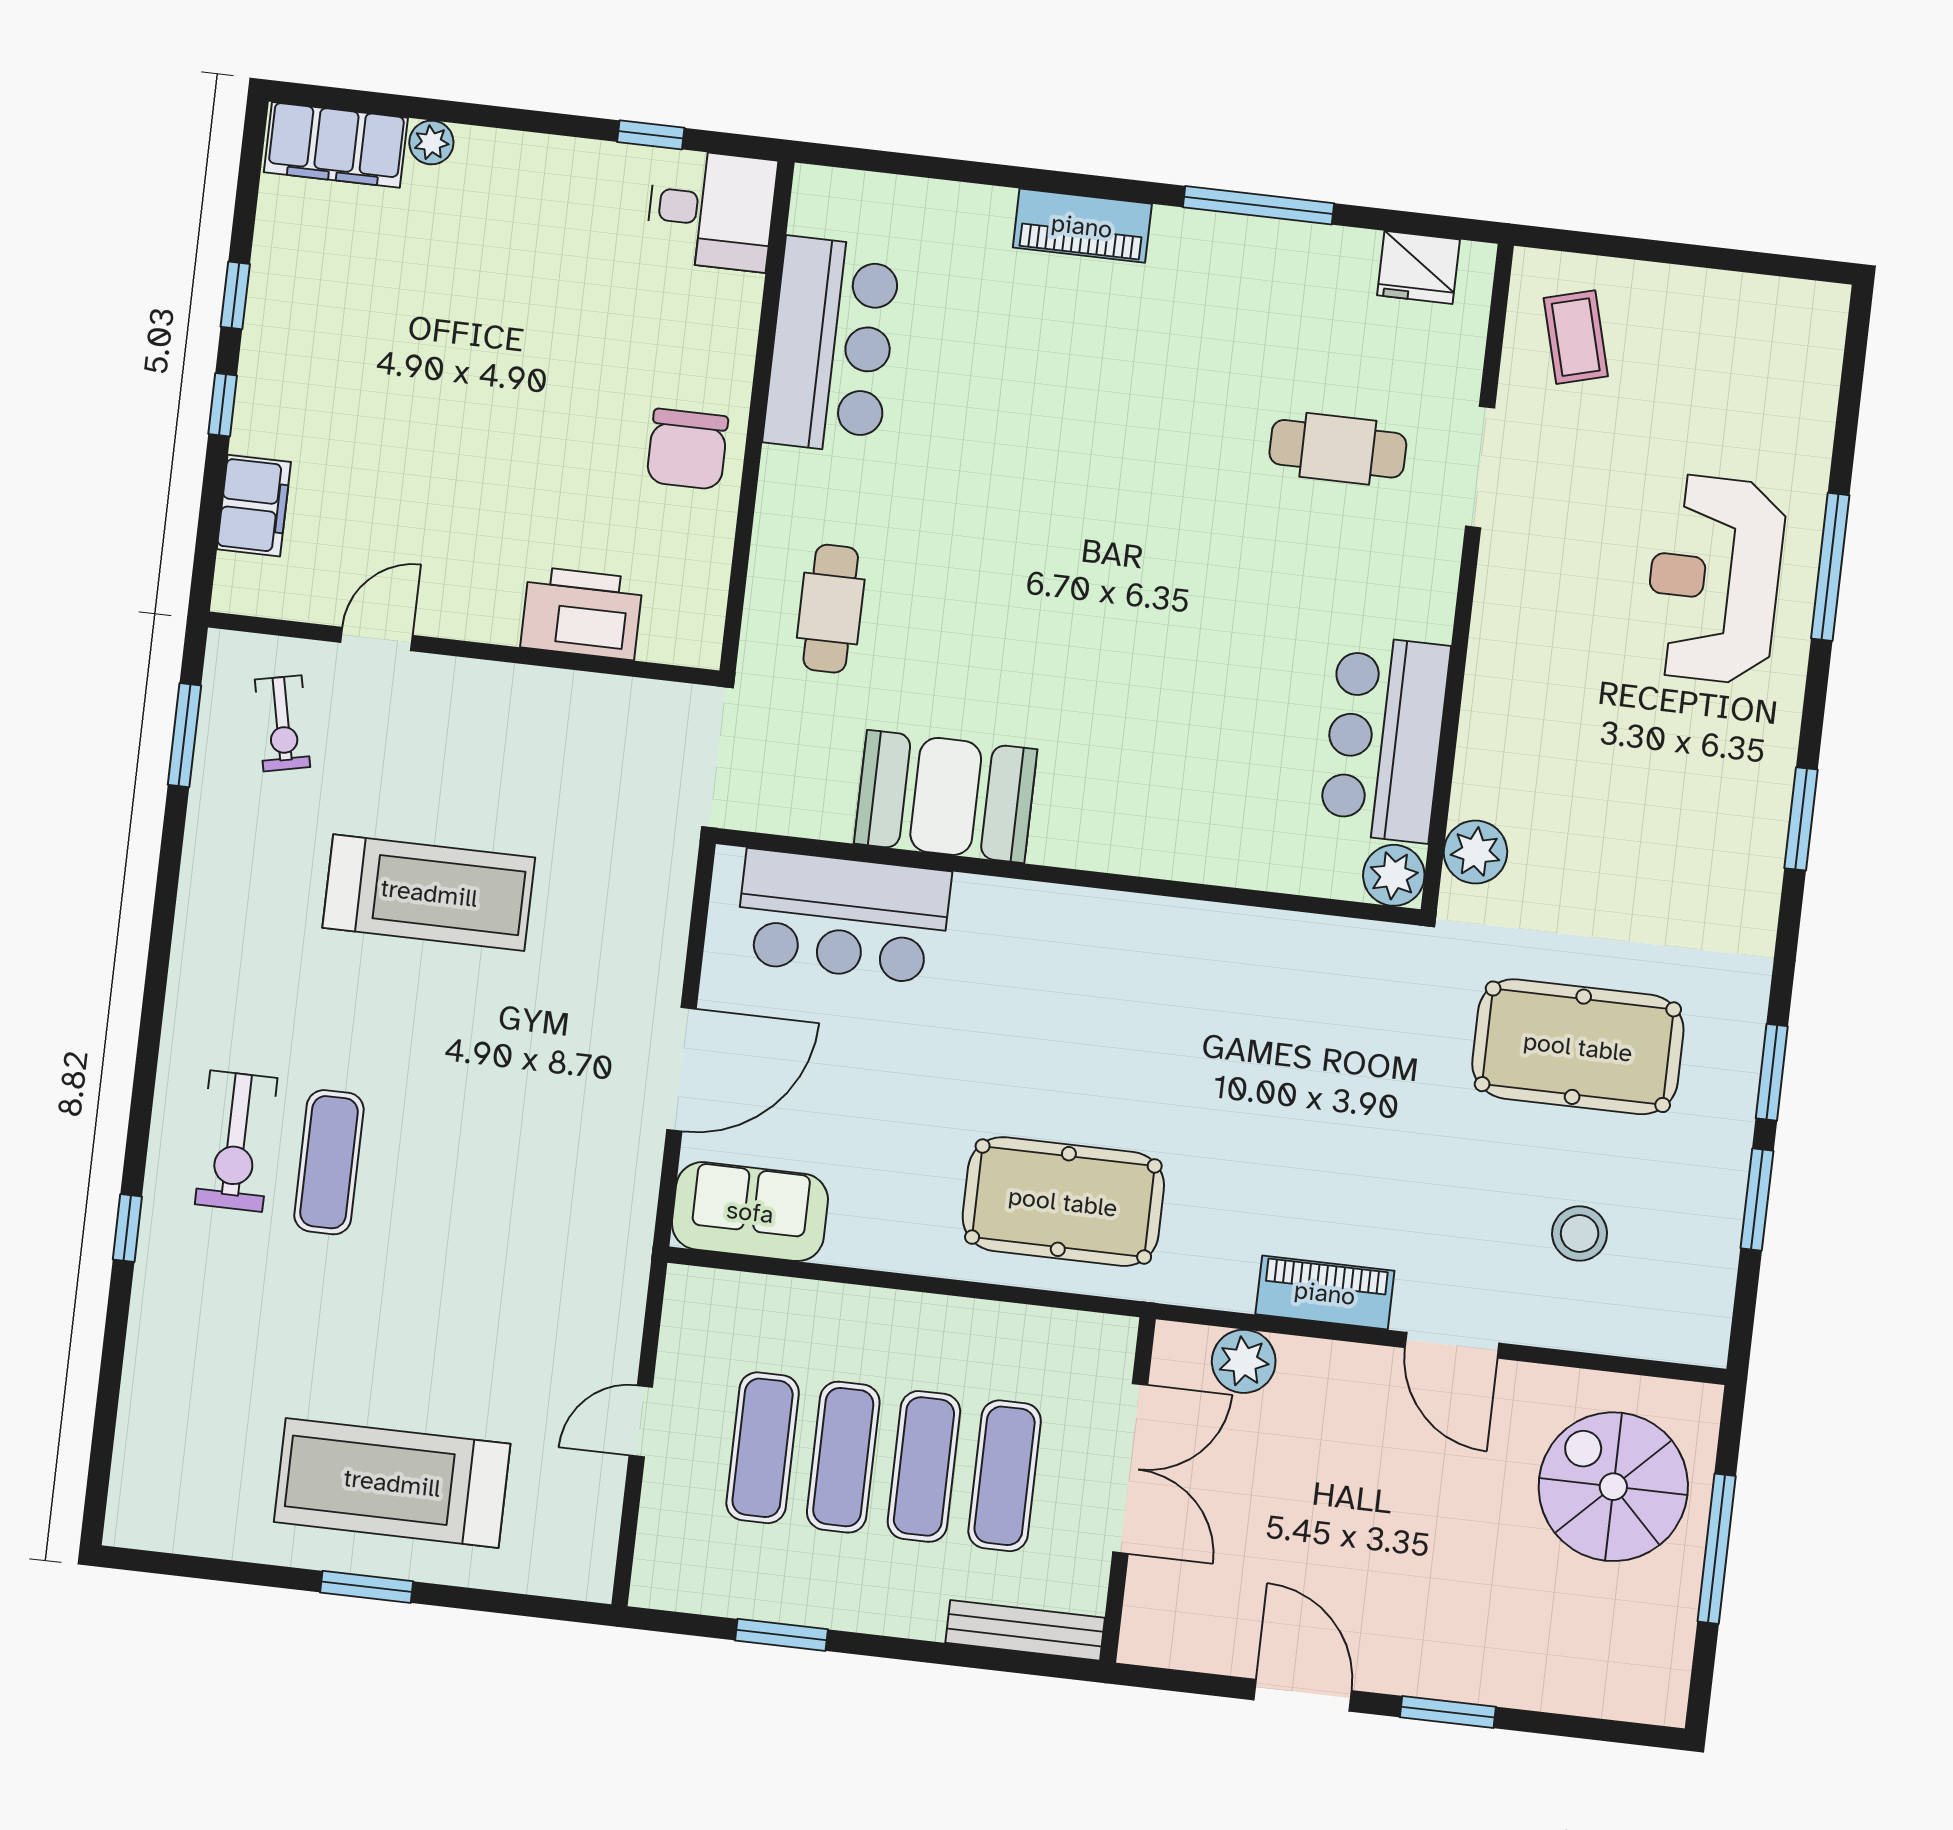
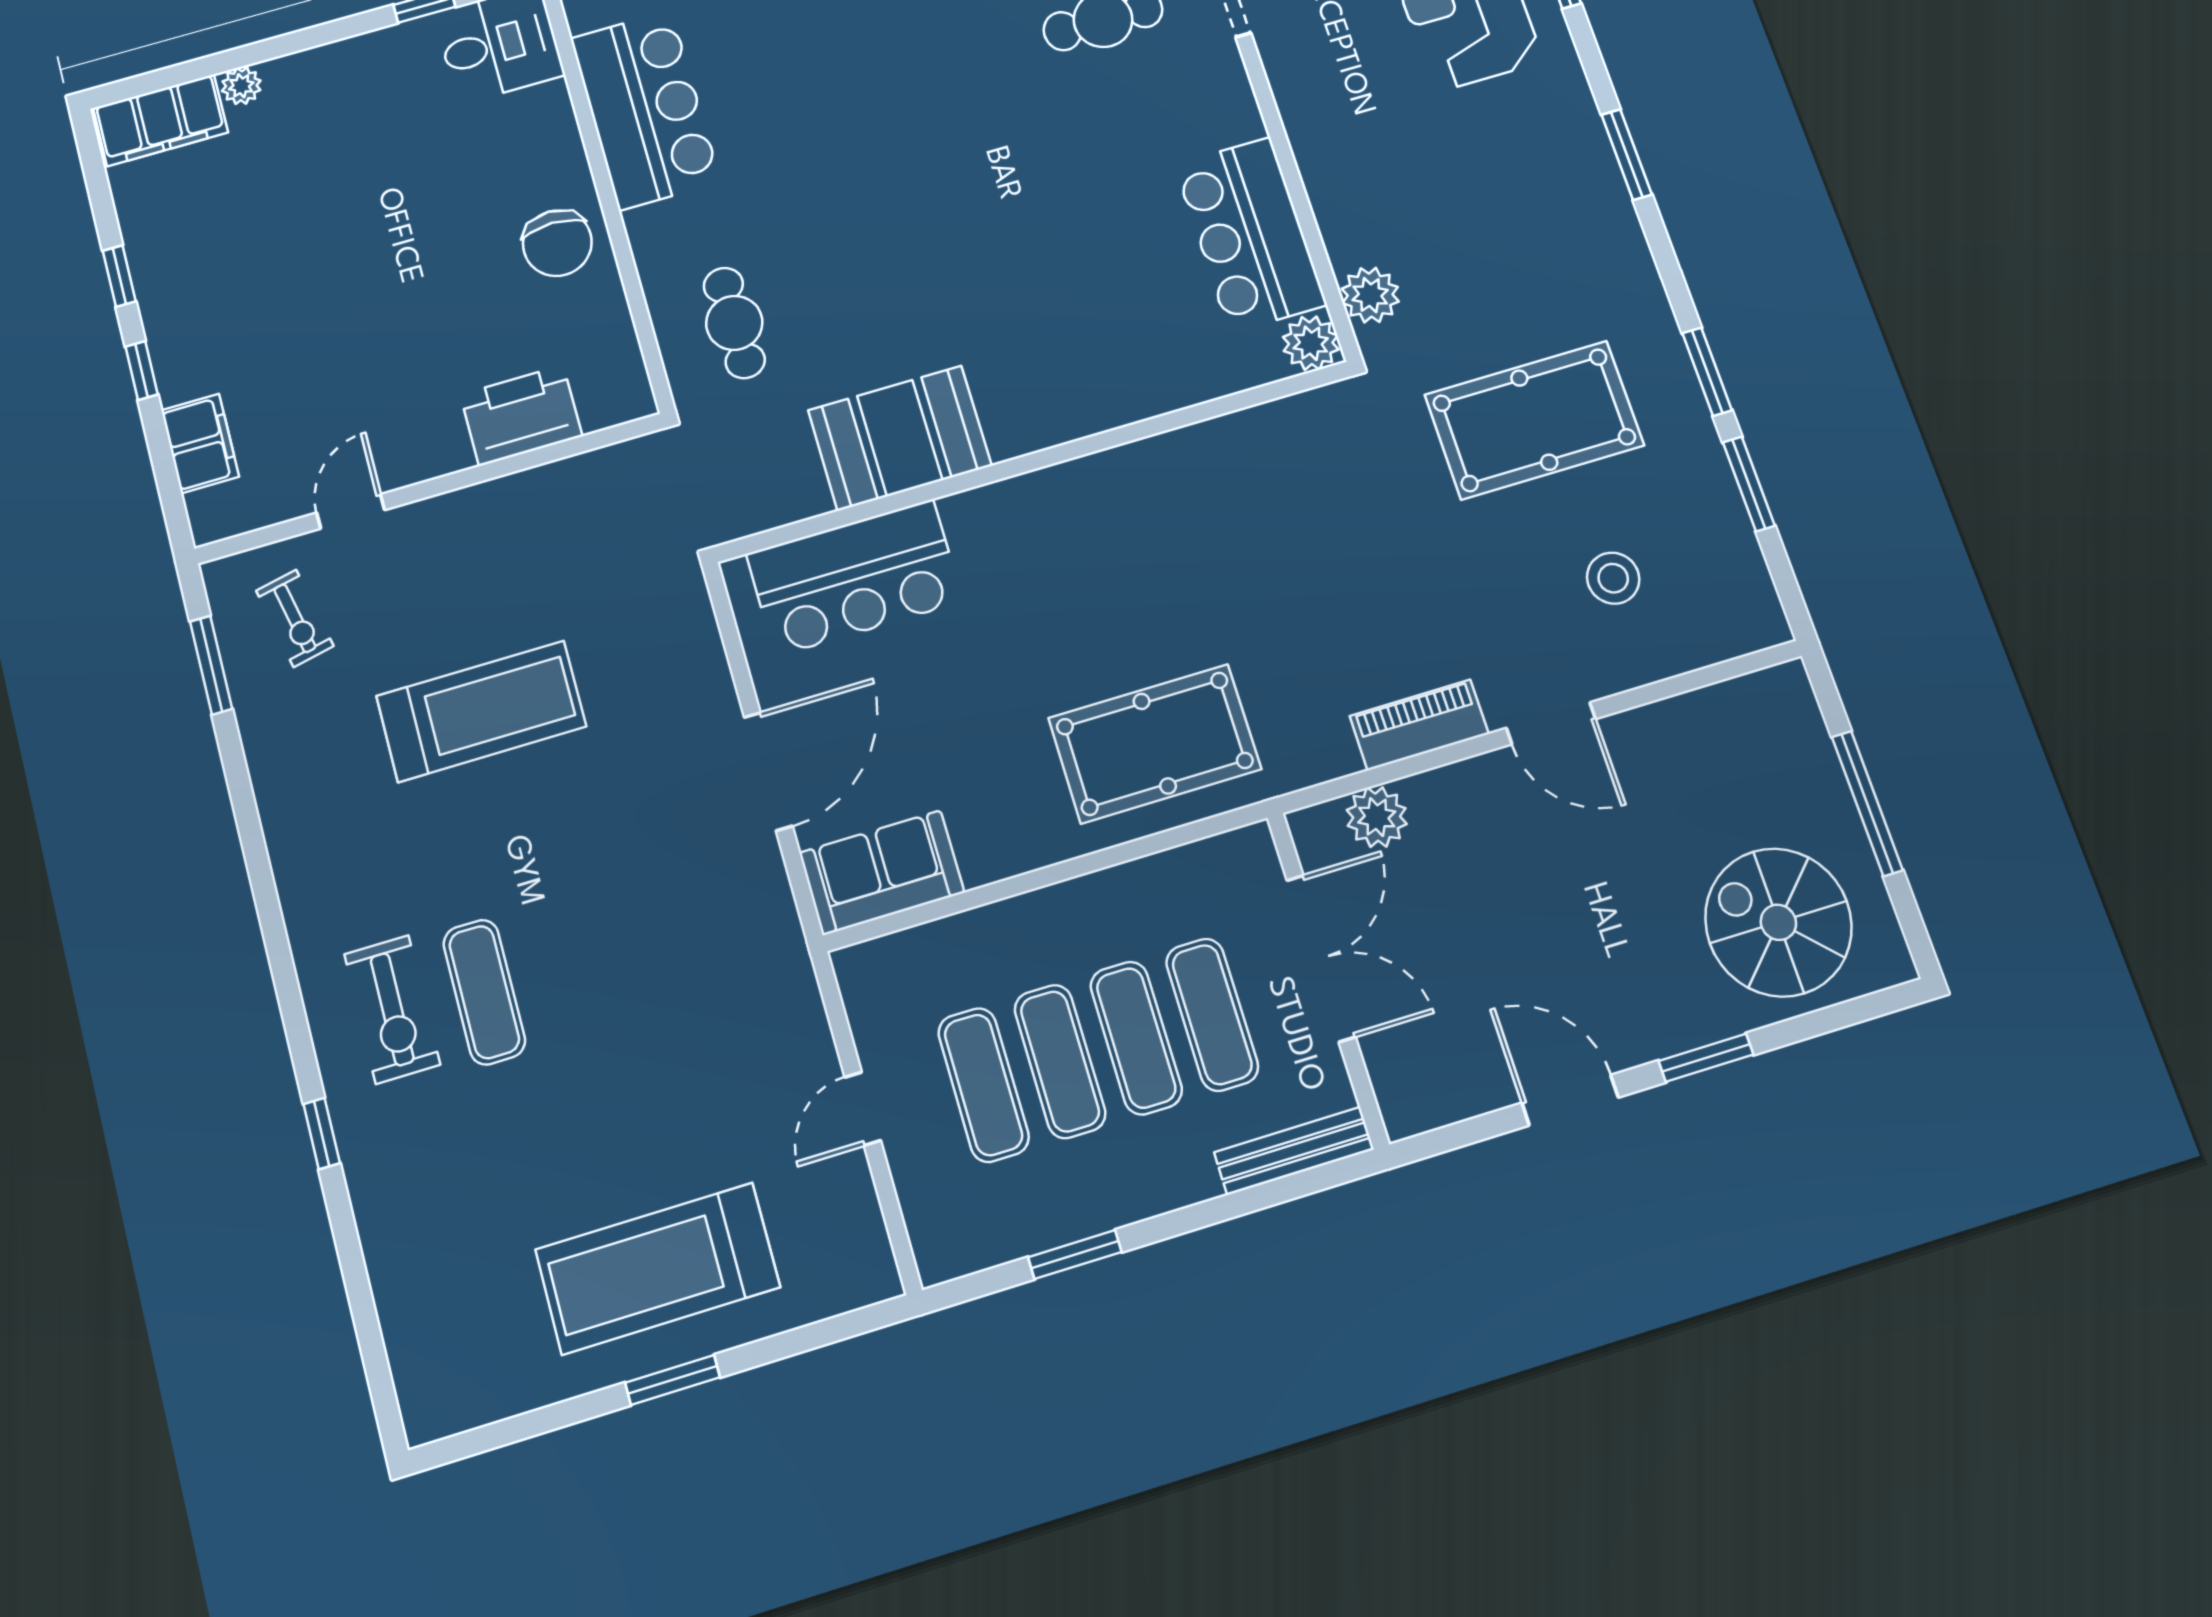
spiral stairs: (1613, 1487) -> (1778, 922), moved

